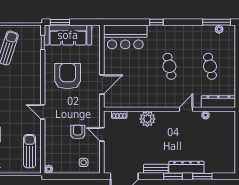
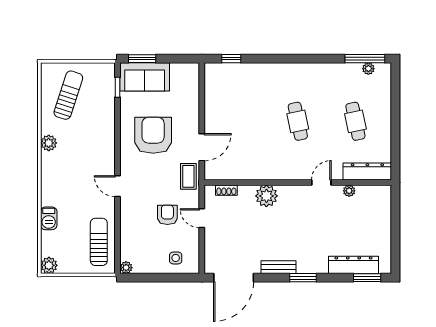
window: (156, 22) -> (231, 59), moved
sofa: (68, 35) -> (145, 77), width x0.73
bar counter: (125, 37) -> (235, 80), removed
coffee table: (92, 105) -> (188, 176), added
dresser: (186, 167) -> (353, 265), moved
window: (202, 176) -> (367, 278), moved

